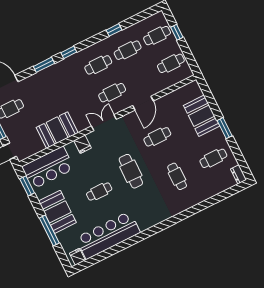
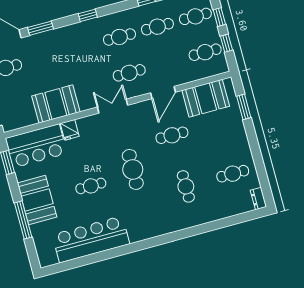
window: (187, 52) -> (226, 43), added
window: (44, 65) -> (41, 28), moved
booth: (202, 116) -> (206, 98), moved, turned 90
window: (225, 128) -> (244, 107), moved
fridge: (83, 144) -> (70, 130), moved
fridge: (77, 257) -> (50, 257), removed

